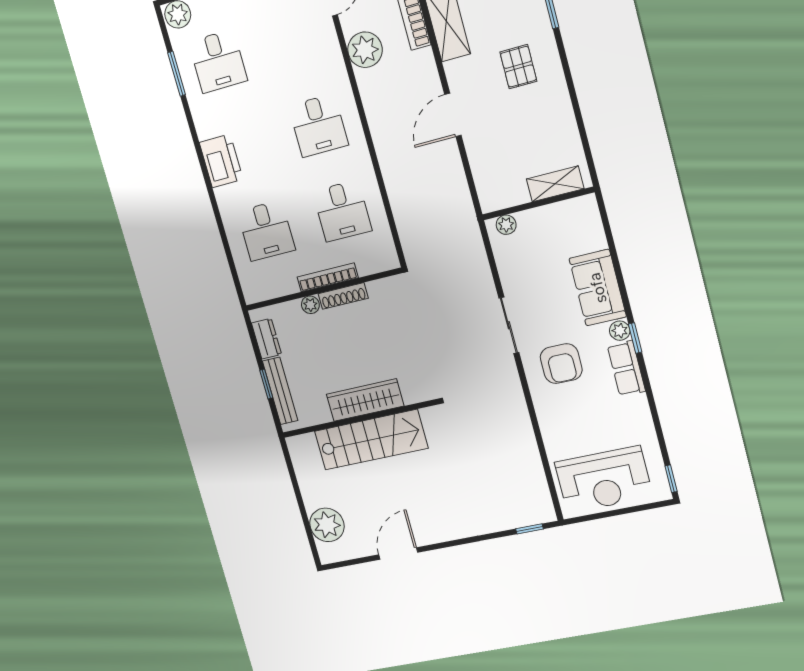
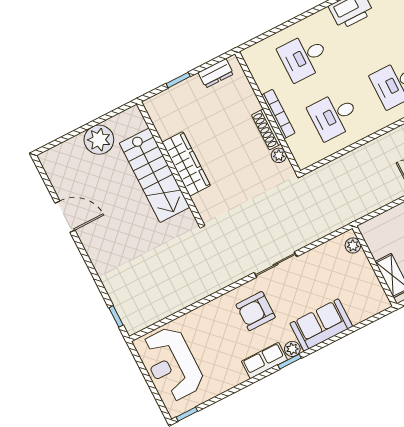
plant: (310, 305) -> (279, 155), moved
bench: (280, 391) -> (175, 93), removed
plant: (327, 525) -> (99, 140), moved

